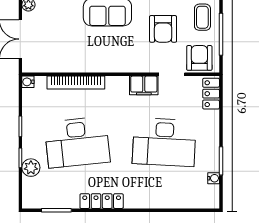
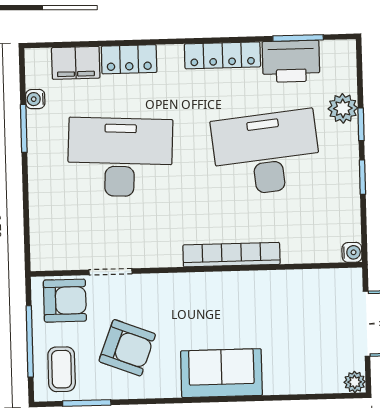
armchair: (163, 29) -> (127, 348), turned 111
armchair: (199, 58) -> (65, 301), turned -90
bookcase: (76, 82) -> (231, 255), moved
filing cabinet: (144, 85) -> (76, 63), moved, turned 180
locker: (211, 94) -> (129, 59), moved, turned 90
printer: (61, 196) -> (291, 61), added

